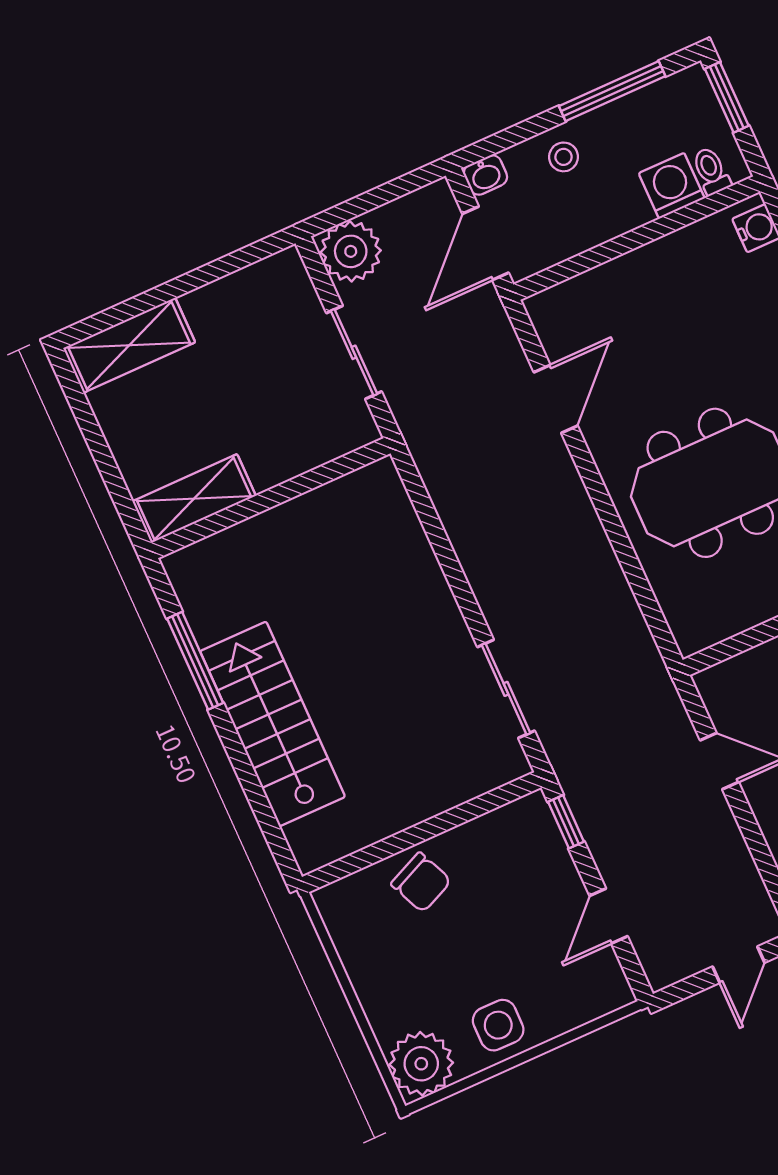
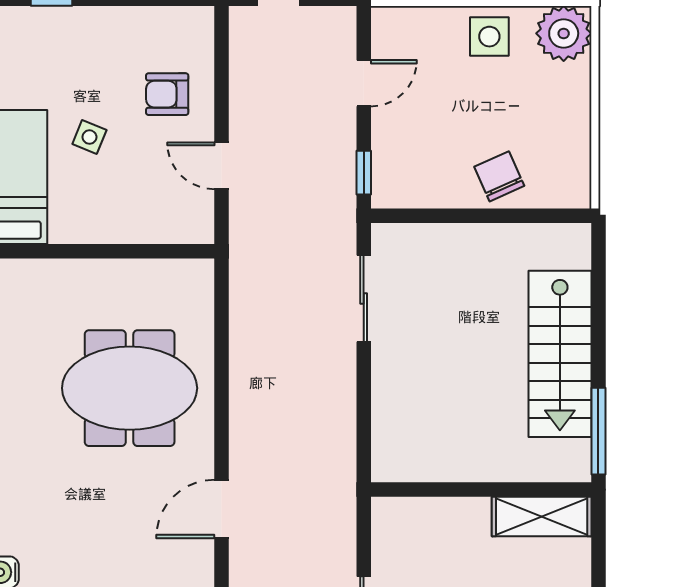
wall: (271, 498) -> (481, 490), moved
shelving: (194, 499) -> (542, 517), moved

